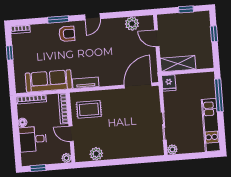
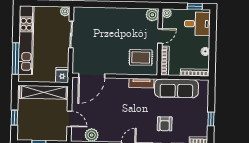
armchair: (67, 34) -> (165, 124), moved, turned -90
shelving: (178, 64) -> (44, 92), width x1.47
kitchen unit: (211, 125) -> (26, 40), width x1.36
door: (71, 134) -> (160, 36), hinge flipped
desk: (33, 139) -> (197, 24), moved
plant: (96, 154) -> (152, 15), moved

